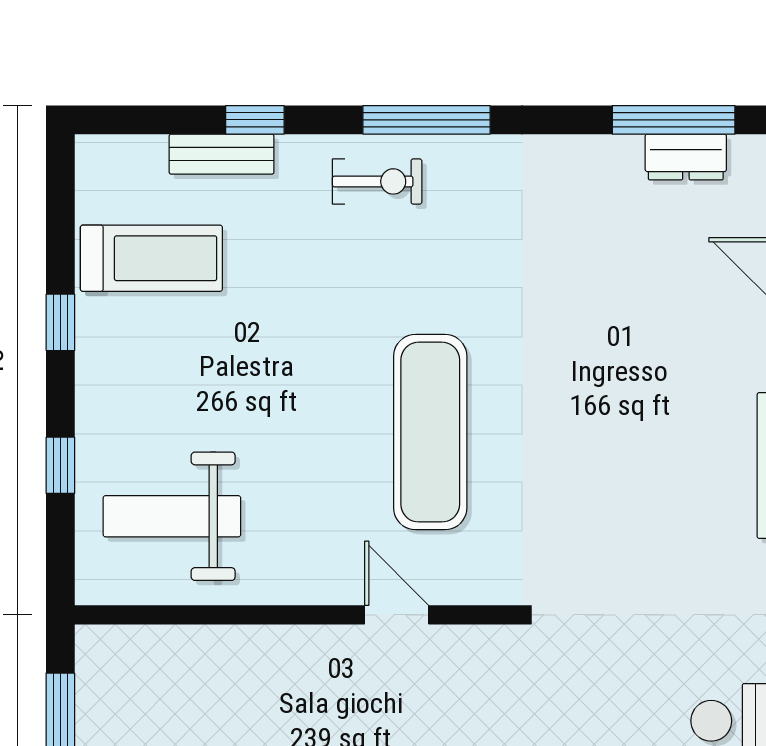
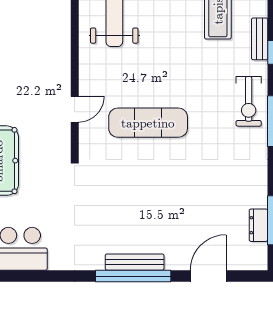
exercise bike: (377, 181) -> (249, 101), width x1.38, depth x1.39

